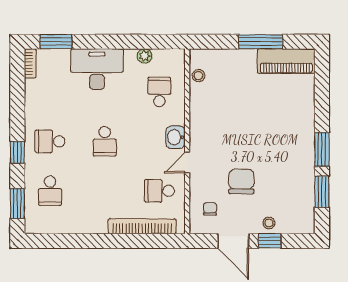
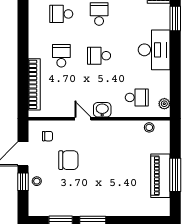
plant: (144, 56) -> (164, 104), moved
piano: (286, 61) -> (160, 176), moved
school desk: (159, 191) -> (61, 56), moved

